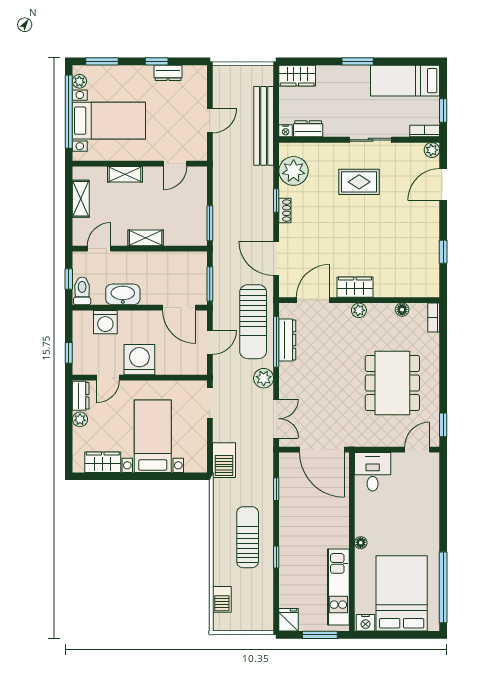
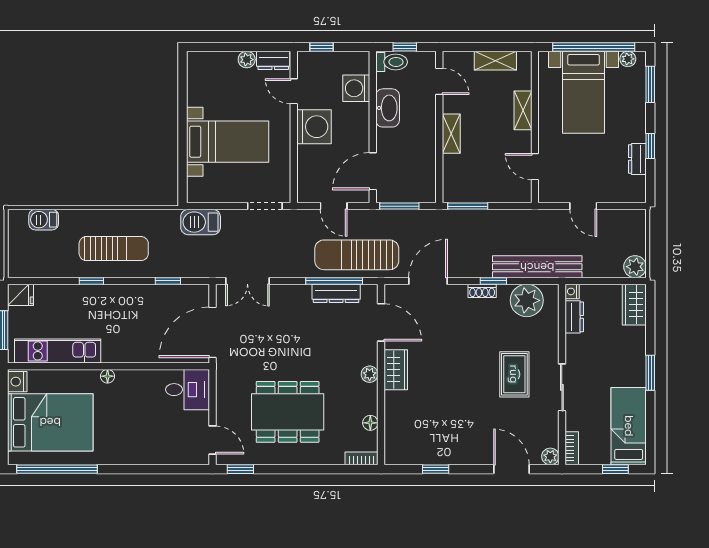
window: (443, 111) -> (615, 469), moved
bench: (264, 126) -> (537, 267), moved
plant: (264, 378) -> (635, 267), moved
wardrobe: (103, 462) -> (198, 85), removed

